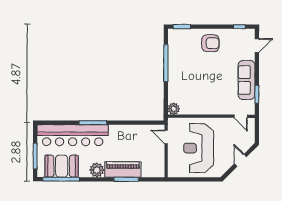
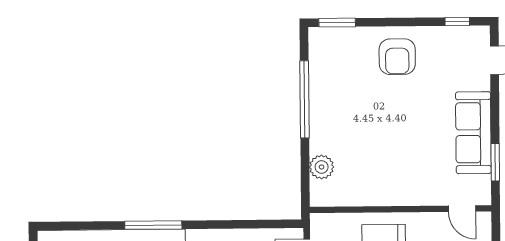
armchair: (210, 43) -> (397, 57), turned 90
plant: (174, 109) -> (322, 167), moved

